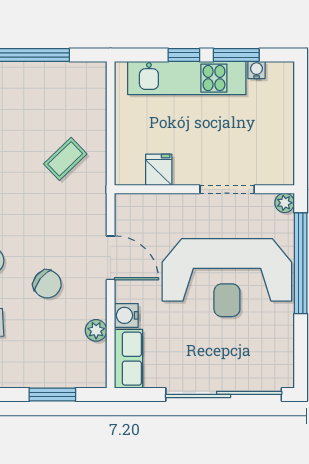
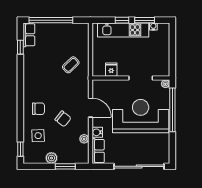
reception desk: (227, 278) -> (141, 116), turned 180
plant: (20, 375) -> (51, 158), added

